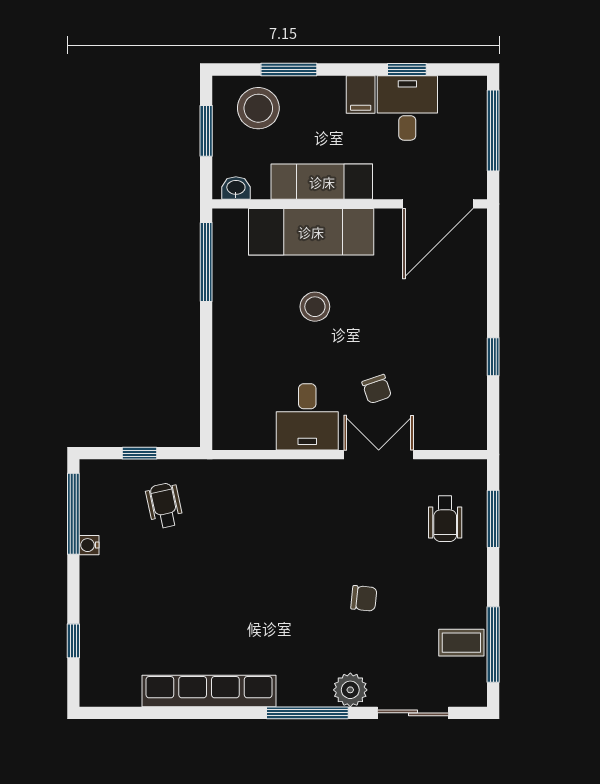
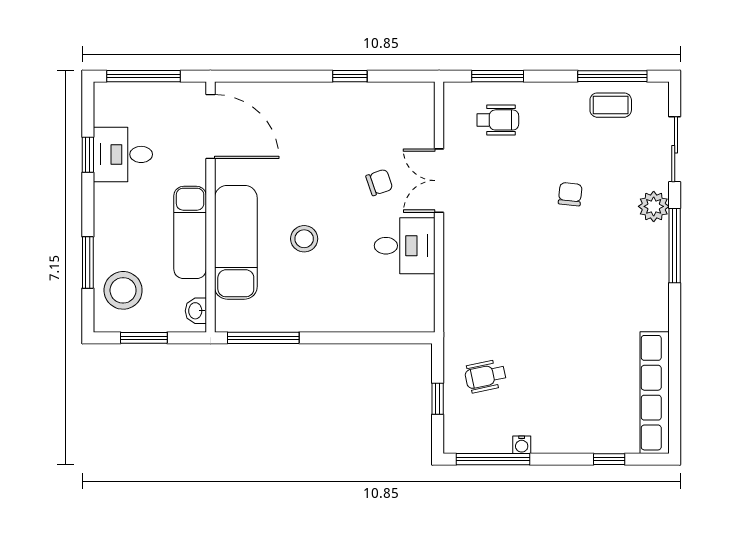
filing cabinet: (361, 94) -> (111, 197), removed
coffee table: (461, 643) -> (611, 105), turned 90
row of seats: (209, 691) -> (655, 393), moved

